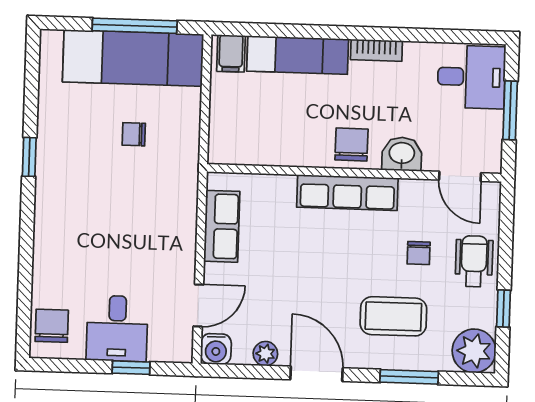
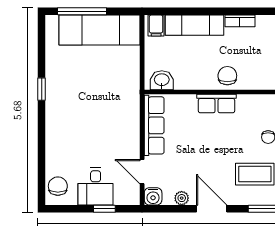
window: (135, 26) -> (82, 11), moved
chair: (134, 134) -> (101, 74), removed
washbasin: (402, 154) -> (162, 80), moved
row of seats: (347, 193) -> (217, 104), width x0.68
row of seats: (222, 226) -> (154, 125), width x1.48
door: (198, 306) -> (142, 172), swing flipped

